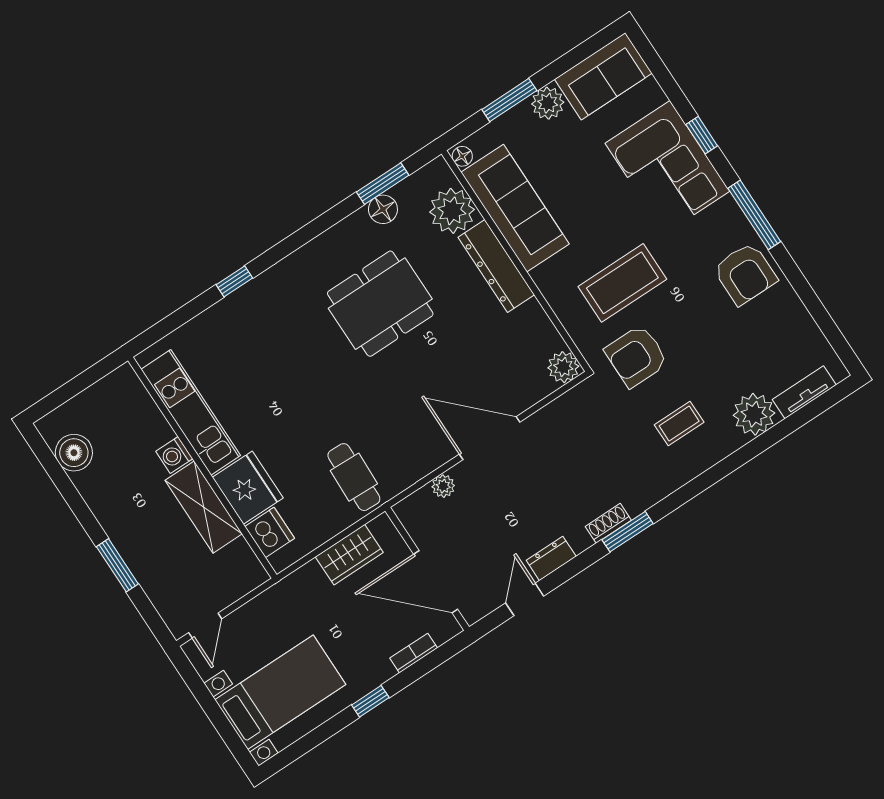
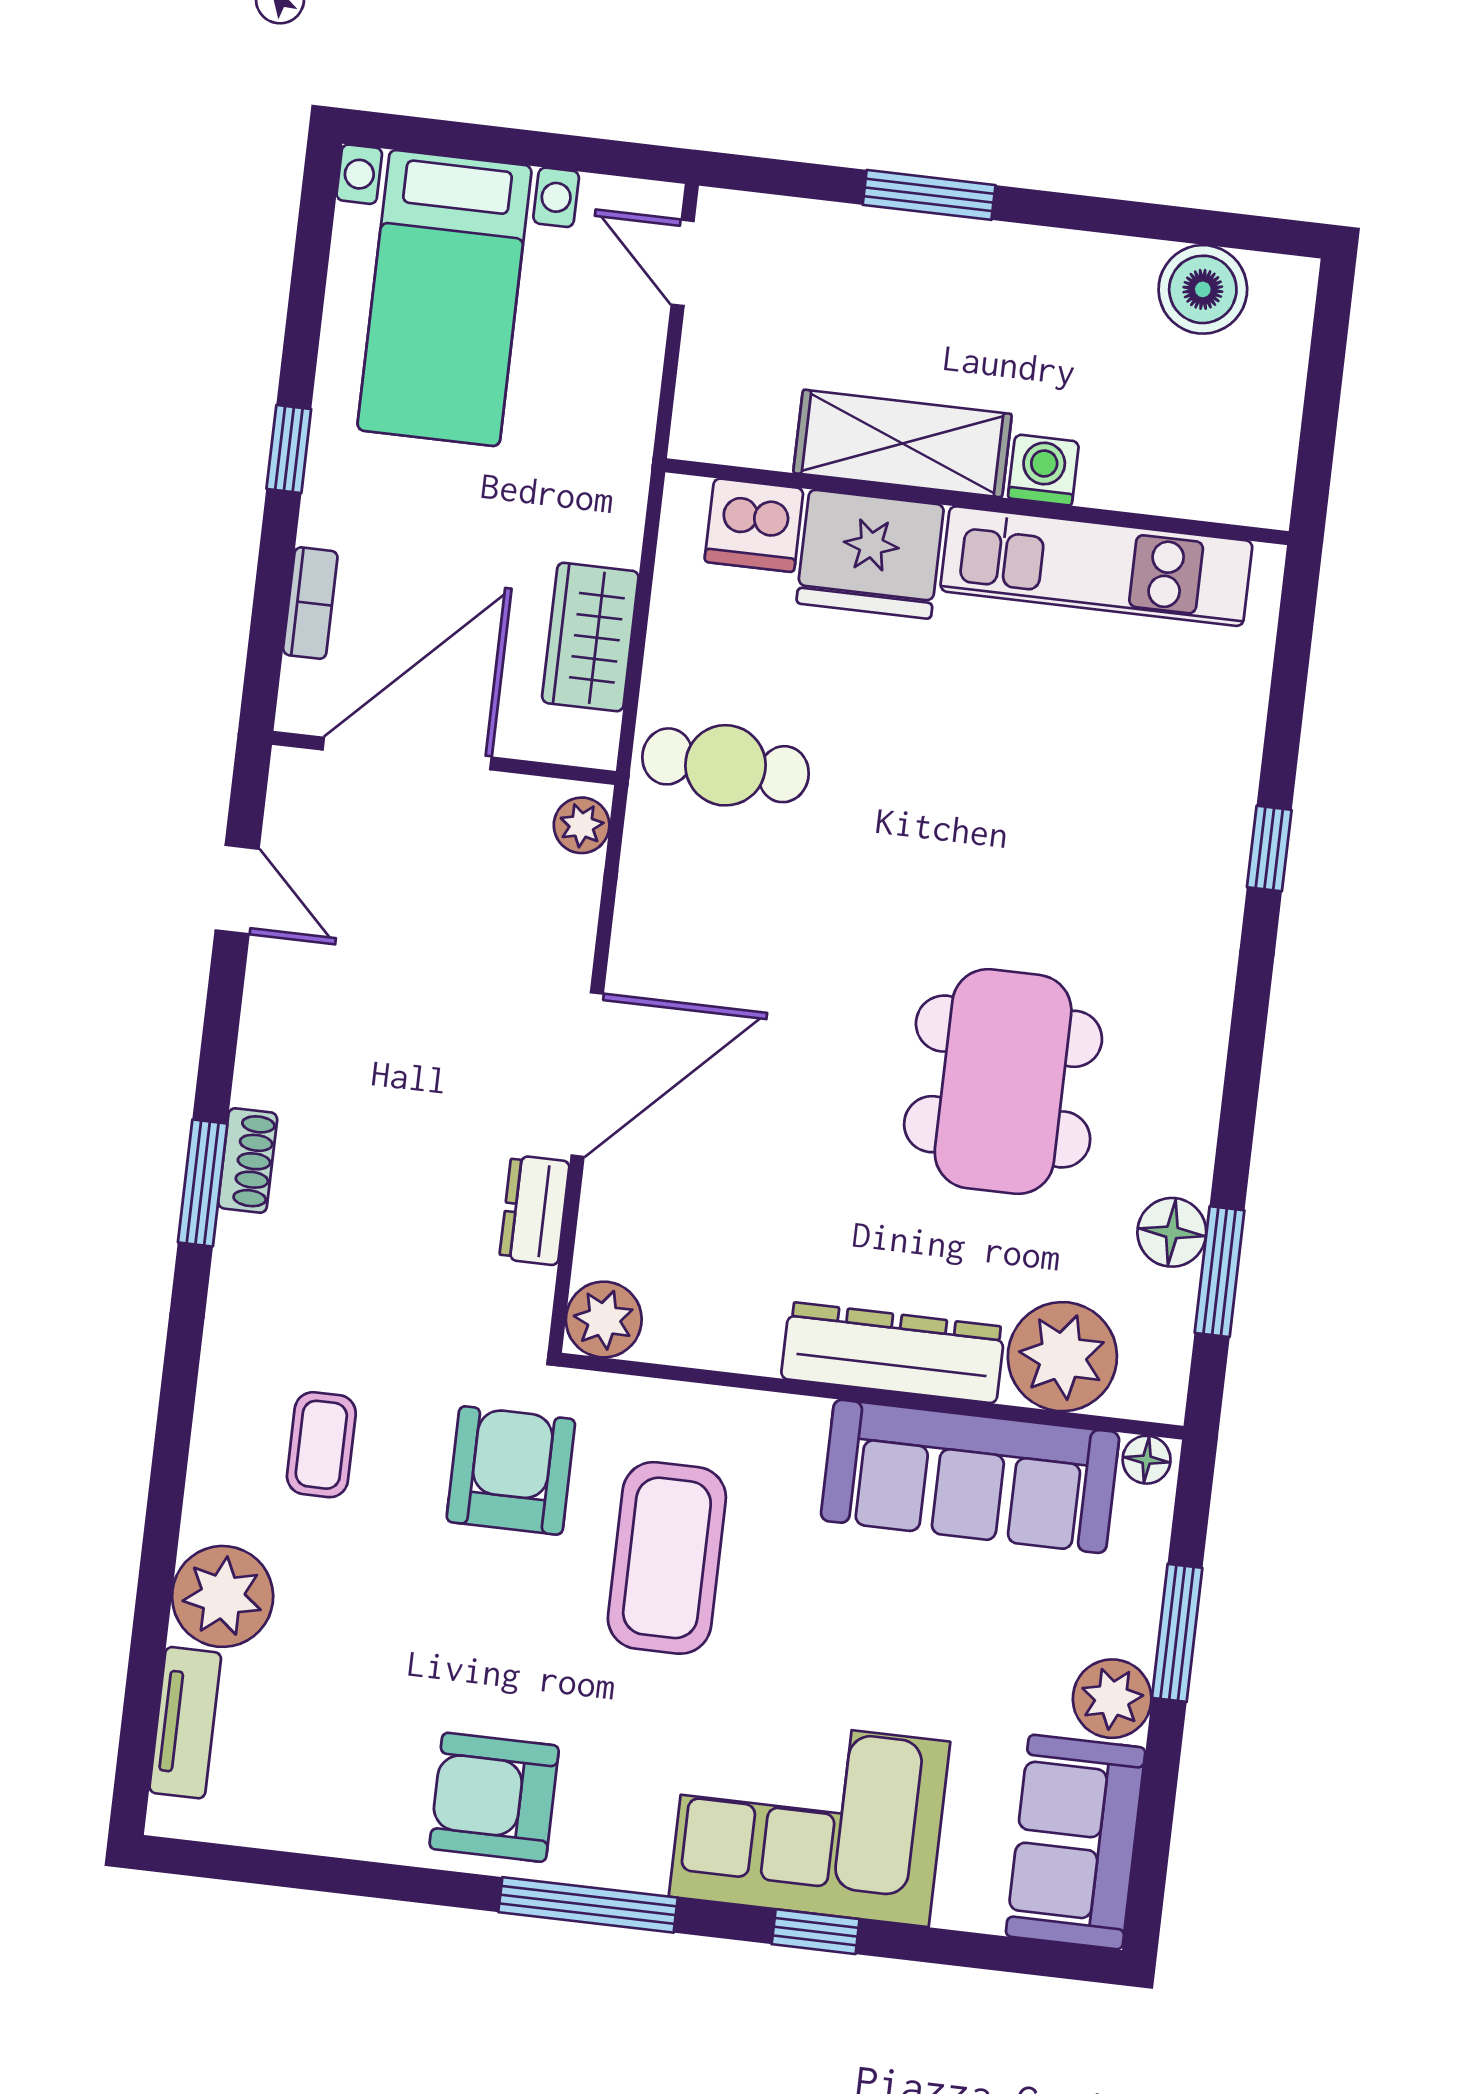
plant: (443, 486) -> (582, 825), moved
dresser: (551, 558) -> (535, 1210), moved, turned 180

